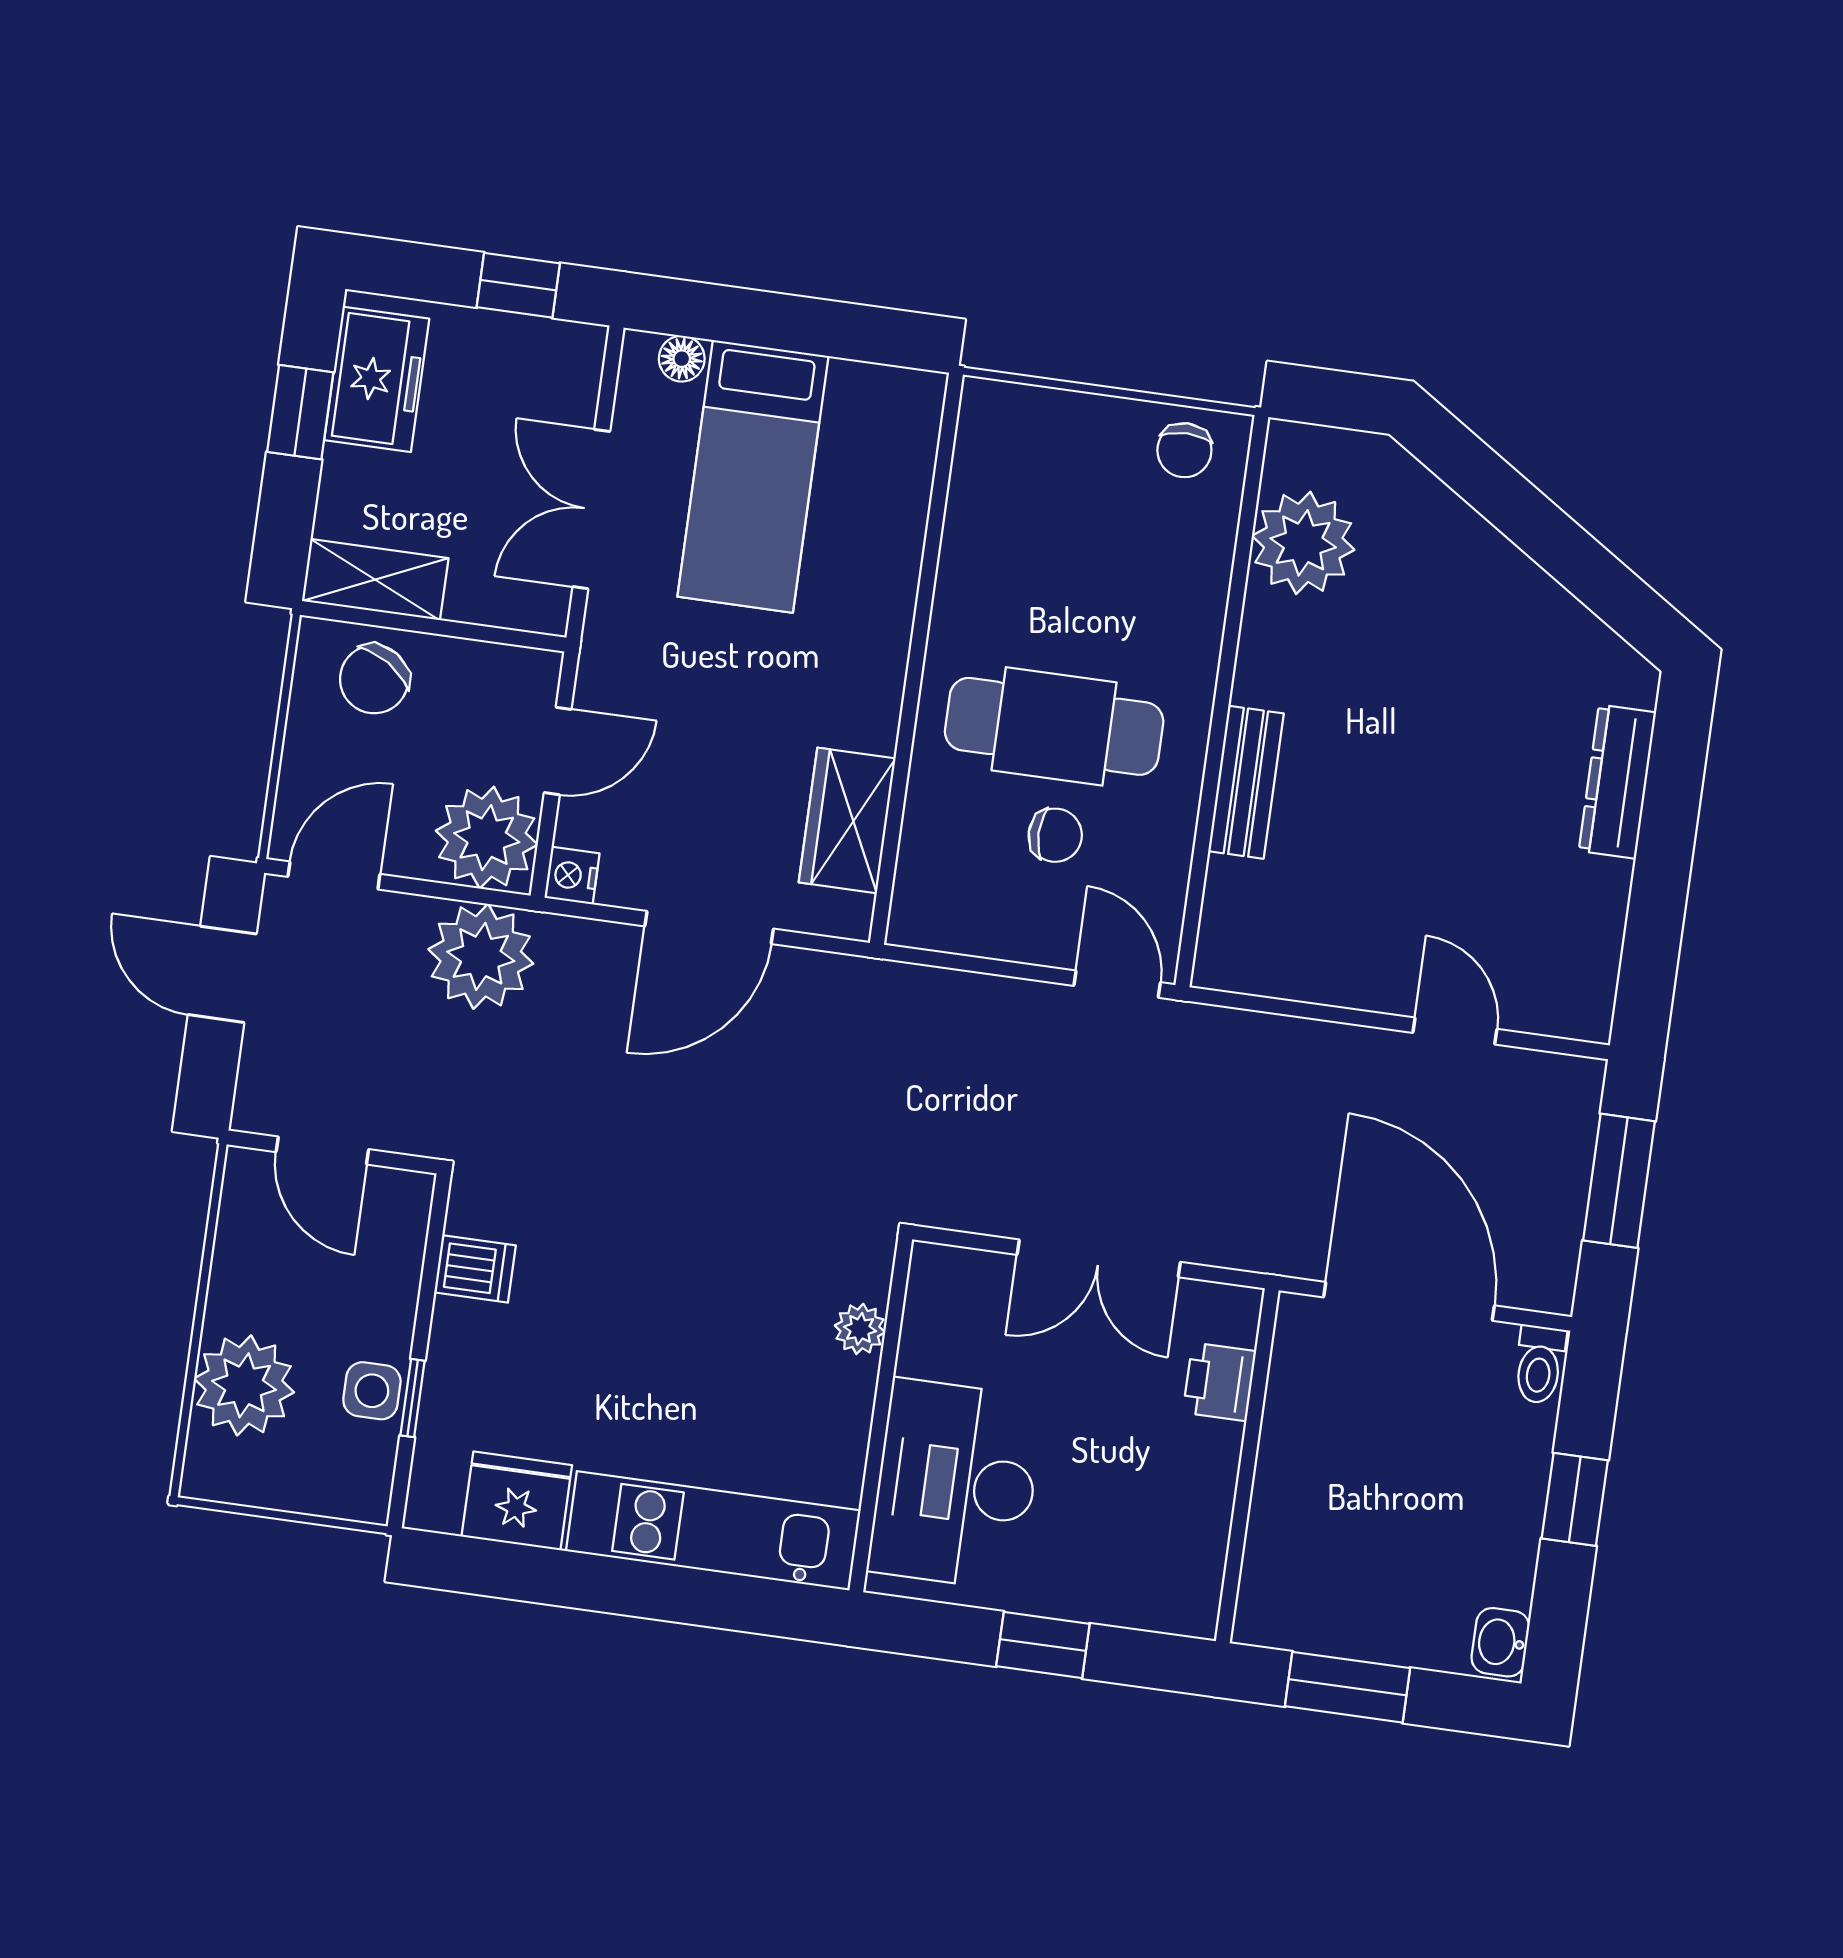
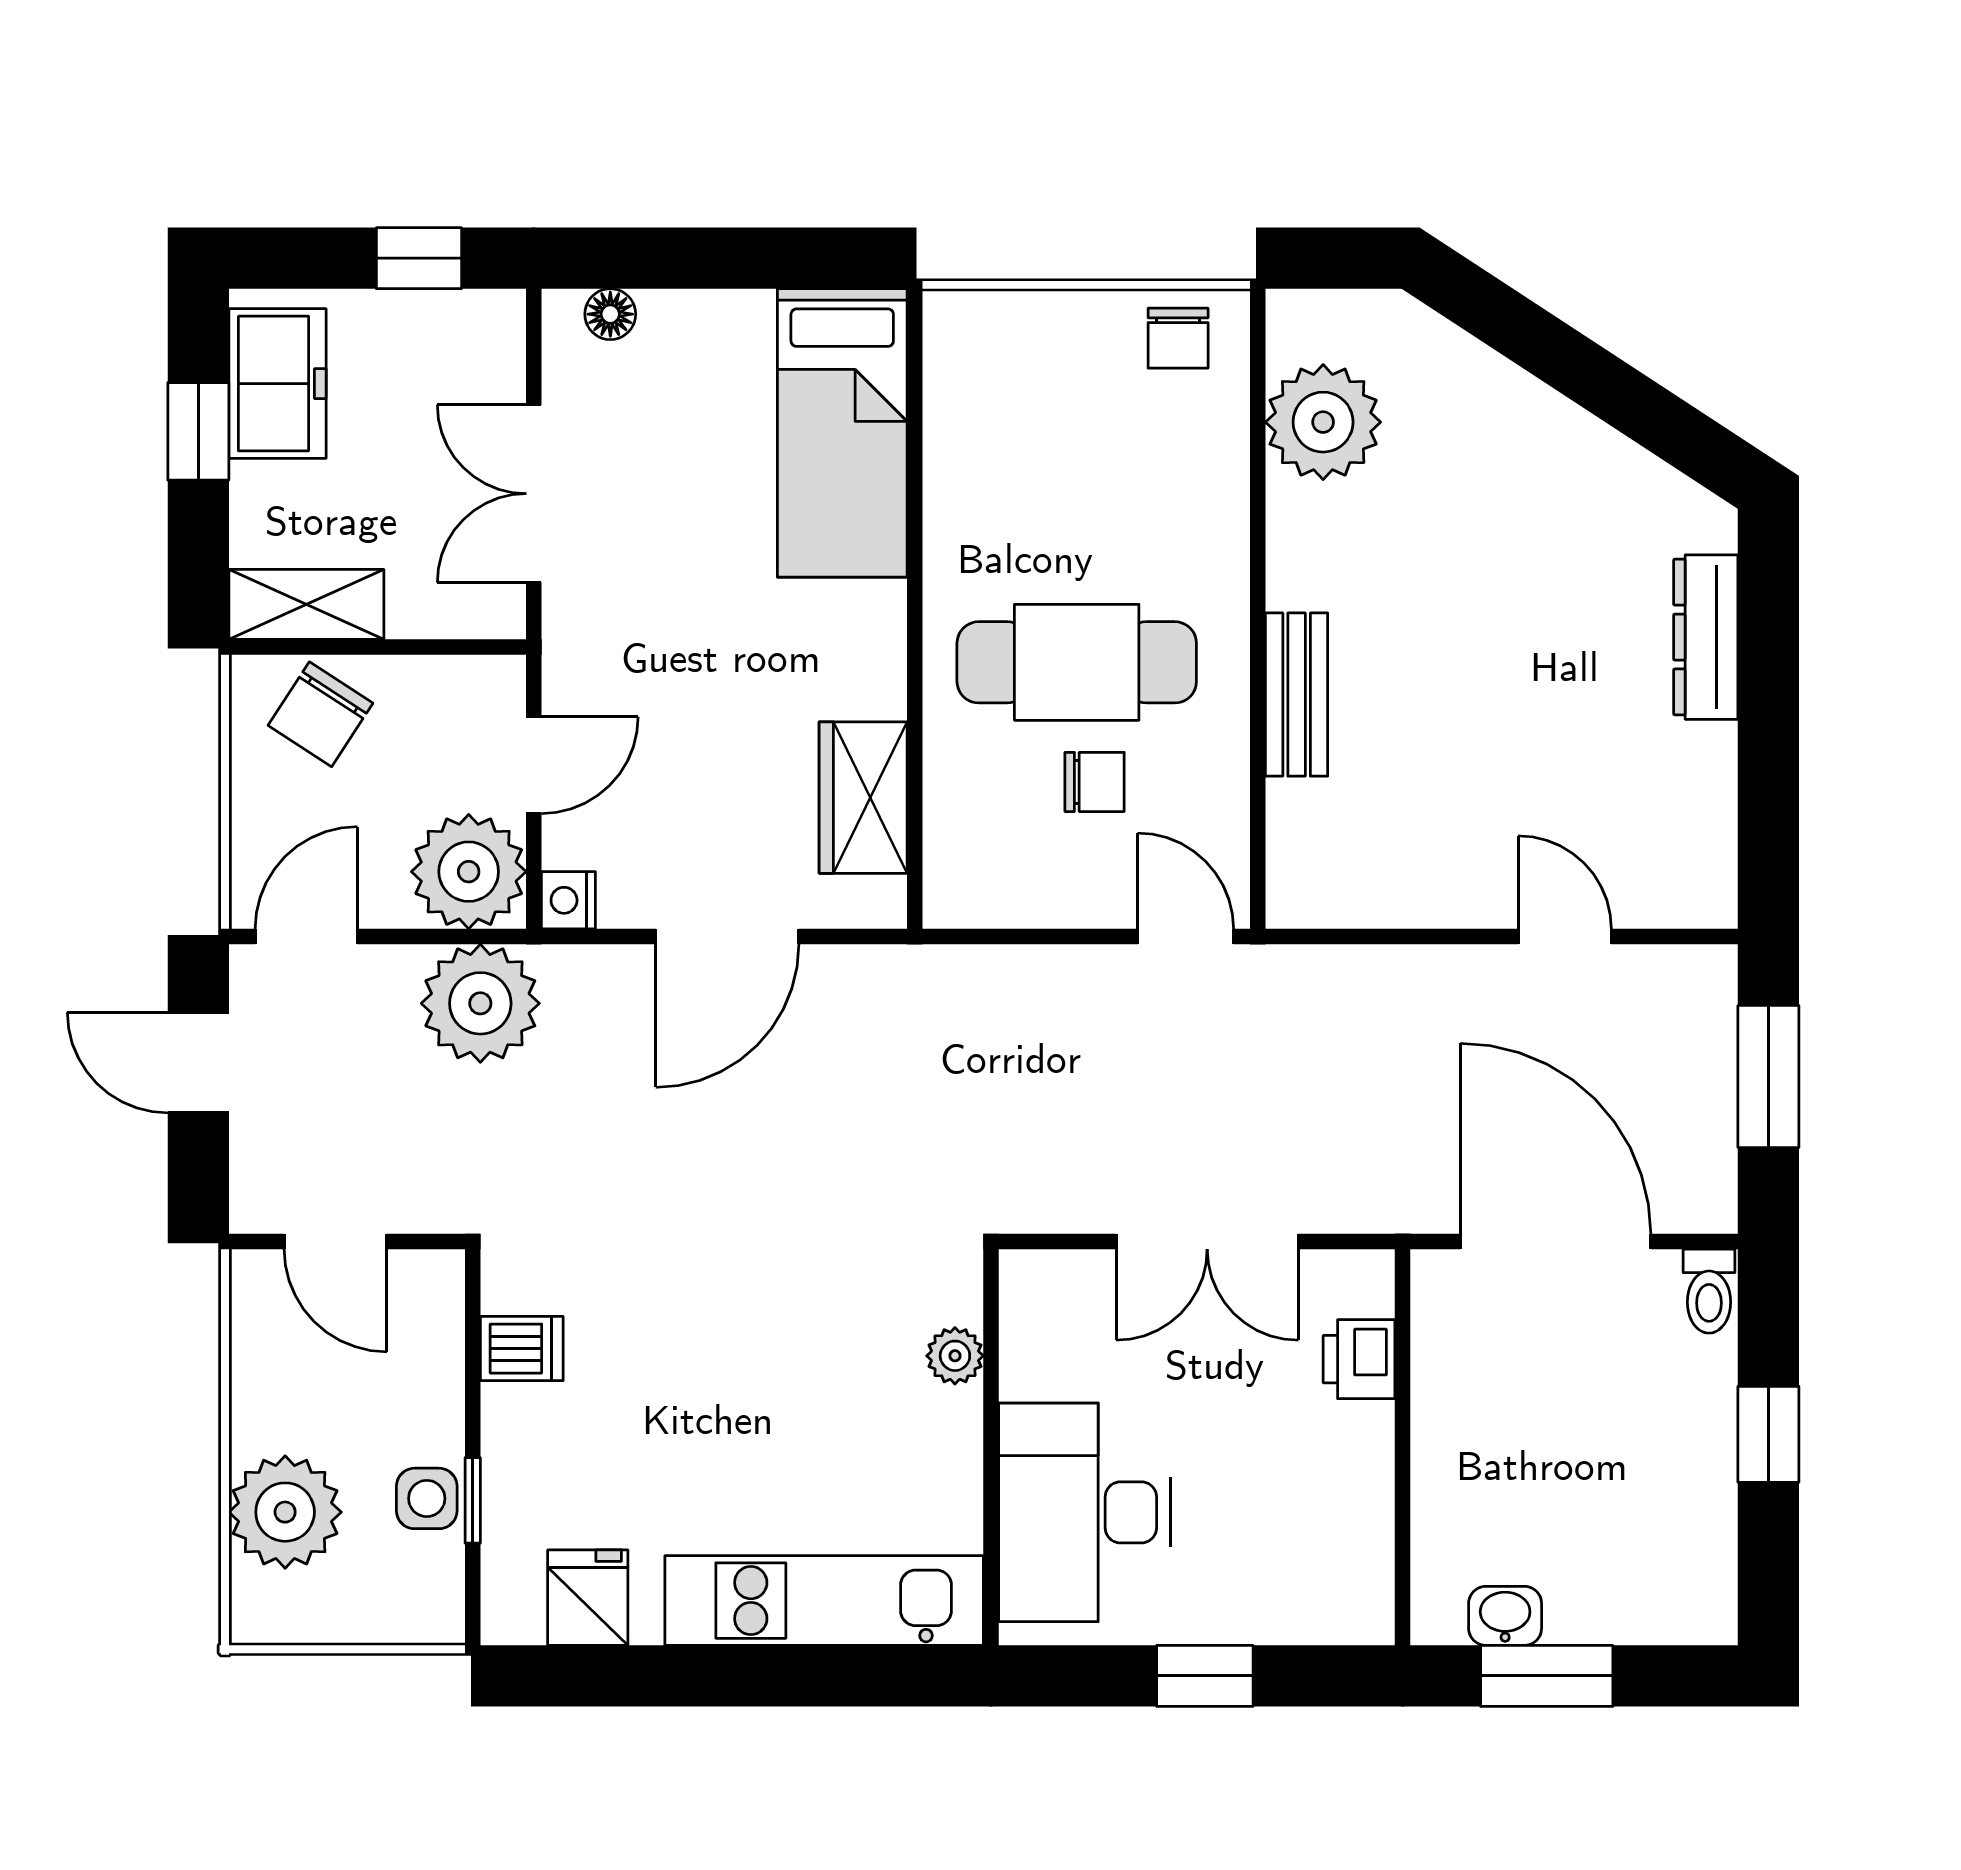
bed: (753, 476) -> (842, 433), moved
fridge: (517, 1501) -> (588, 1598), width x0.72
washbasin: (1500, 1642) -> (1505, 1616), moved, turned 90

